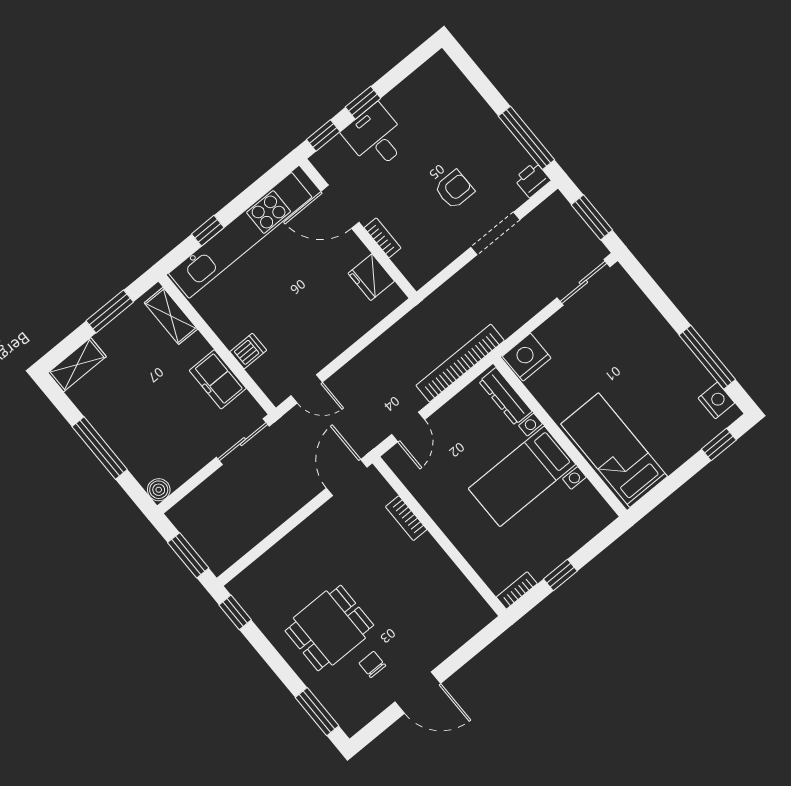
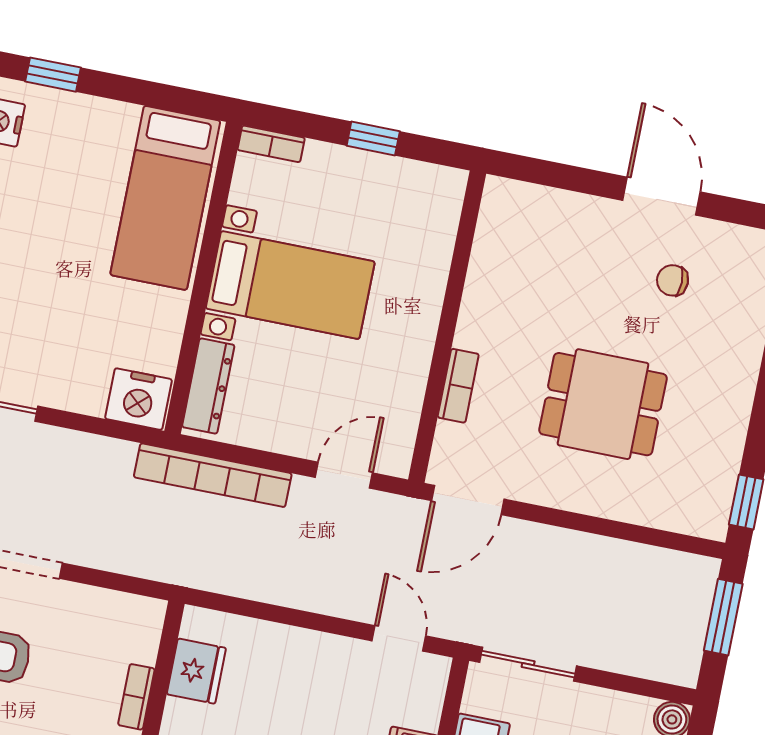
bookcase: (517, 590) -> (271, 144), moved
dining table: (329, 628) -> (603, 404), moved
chair: (372, 664) -> (673, 280), turned 90

